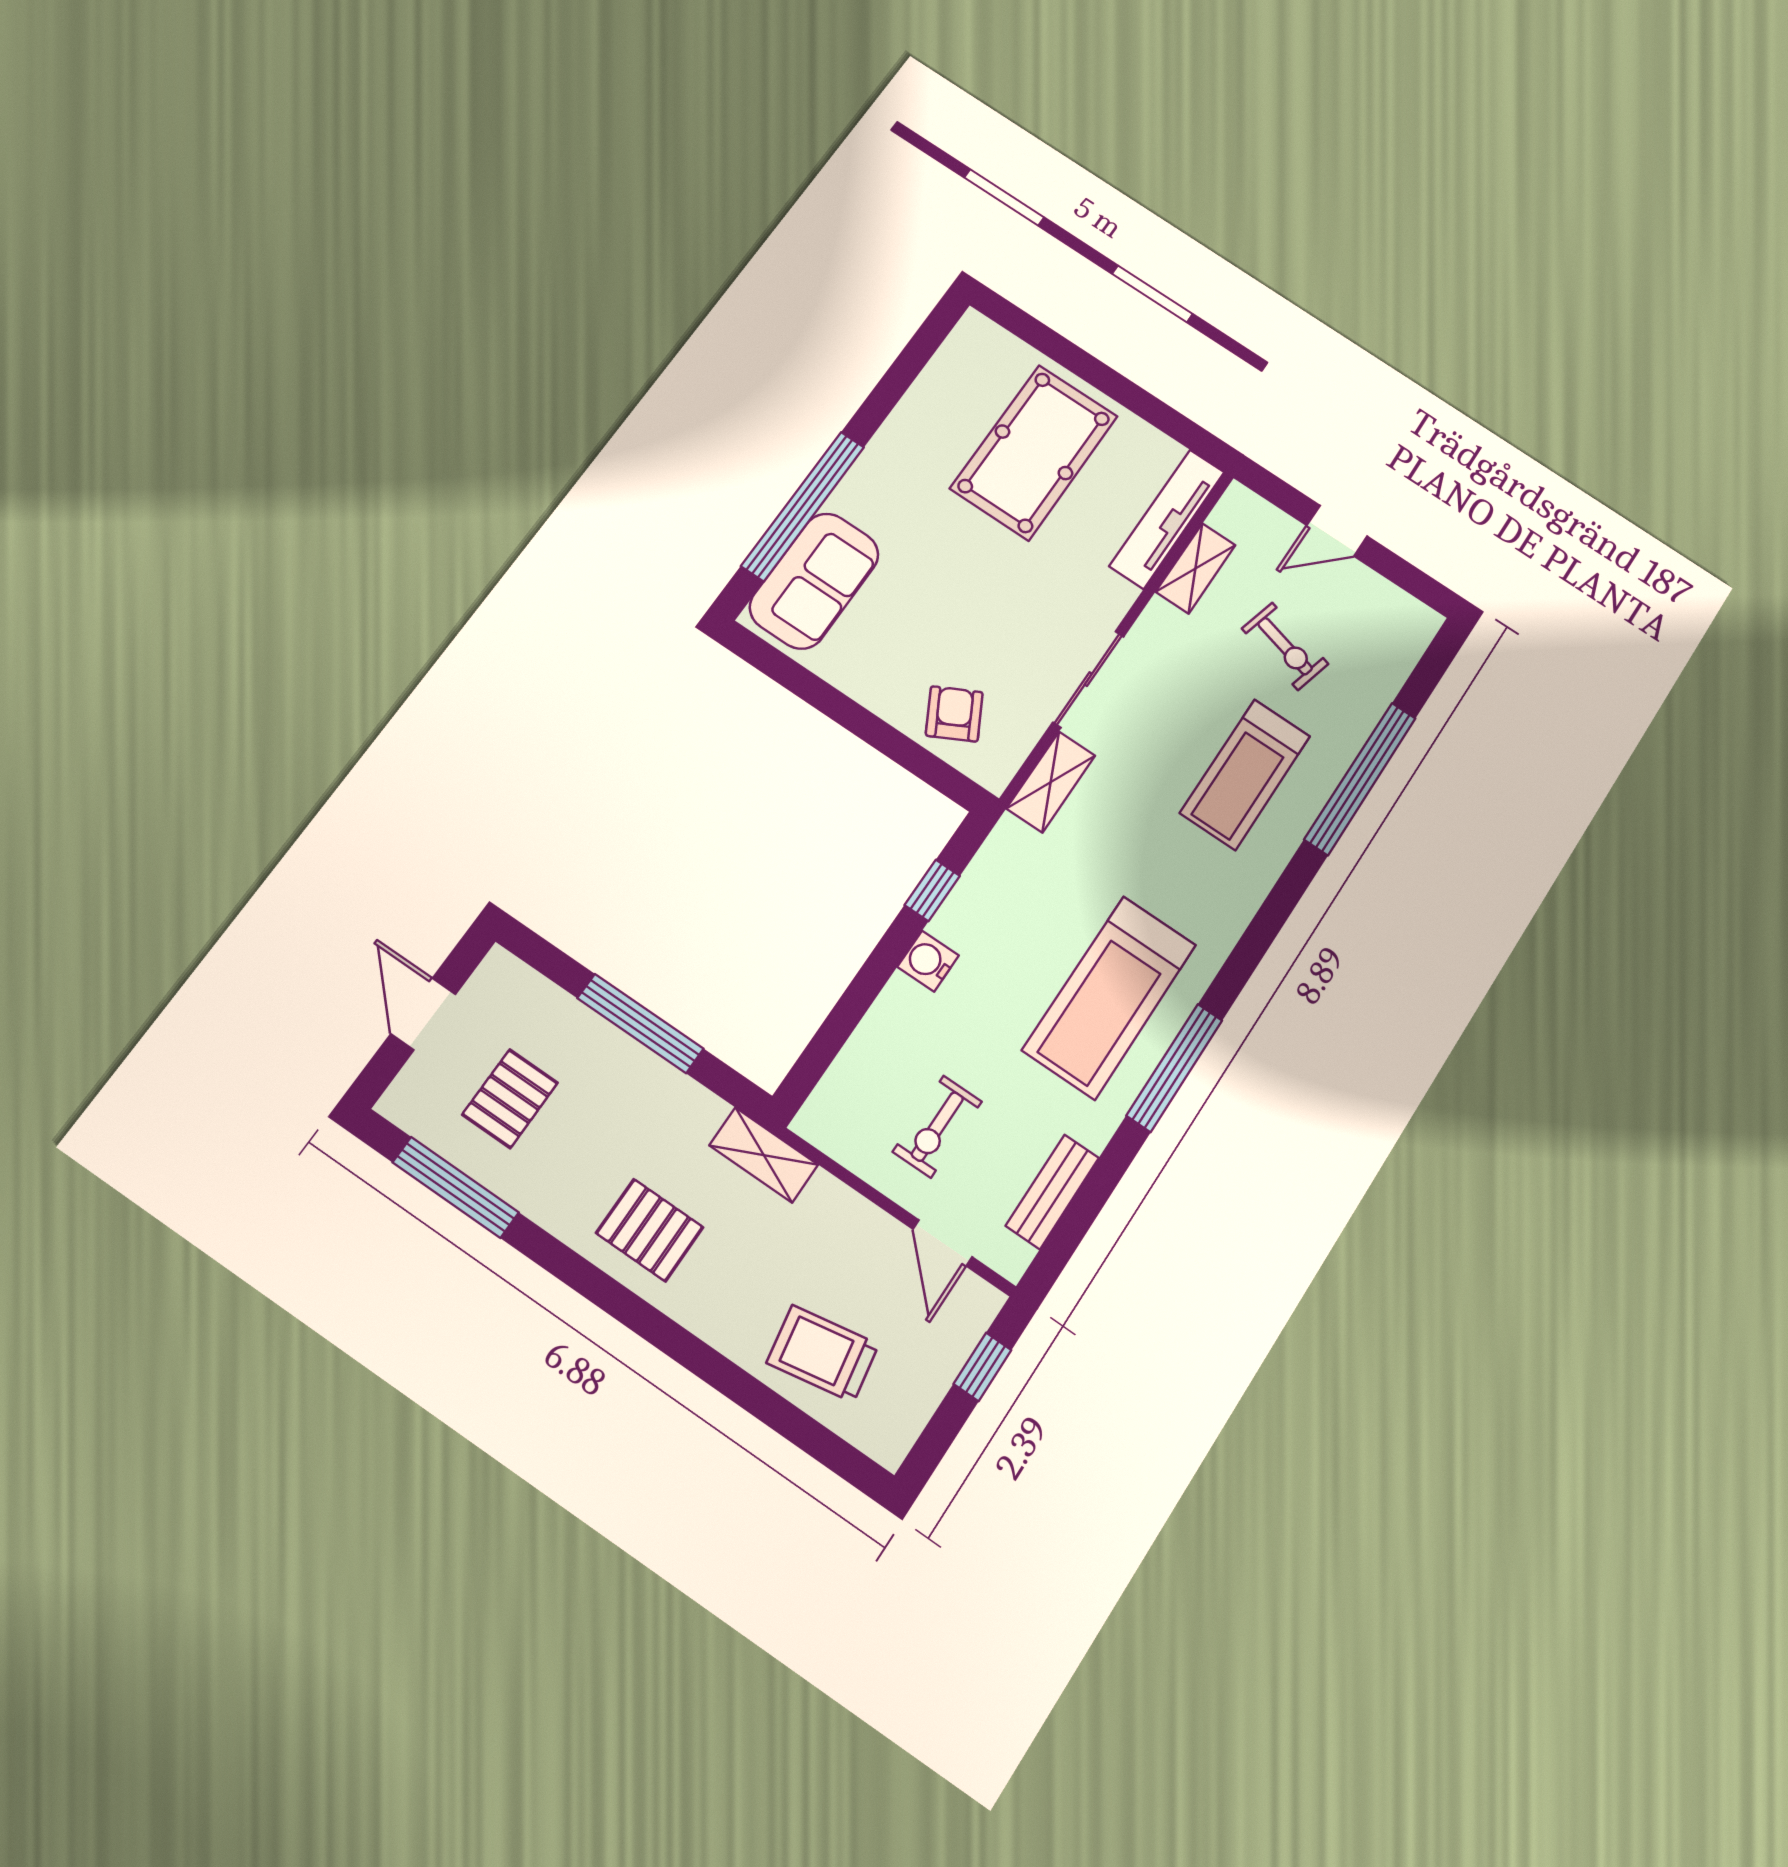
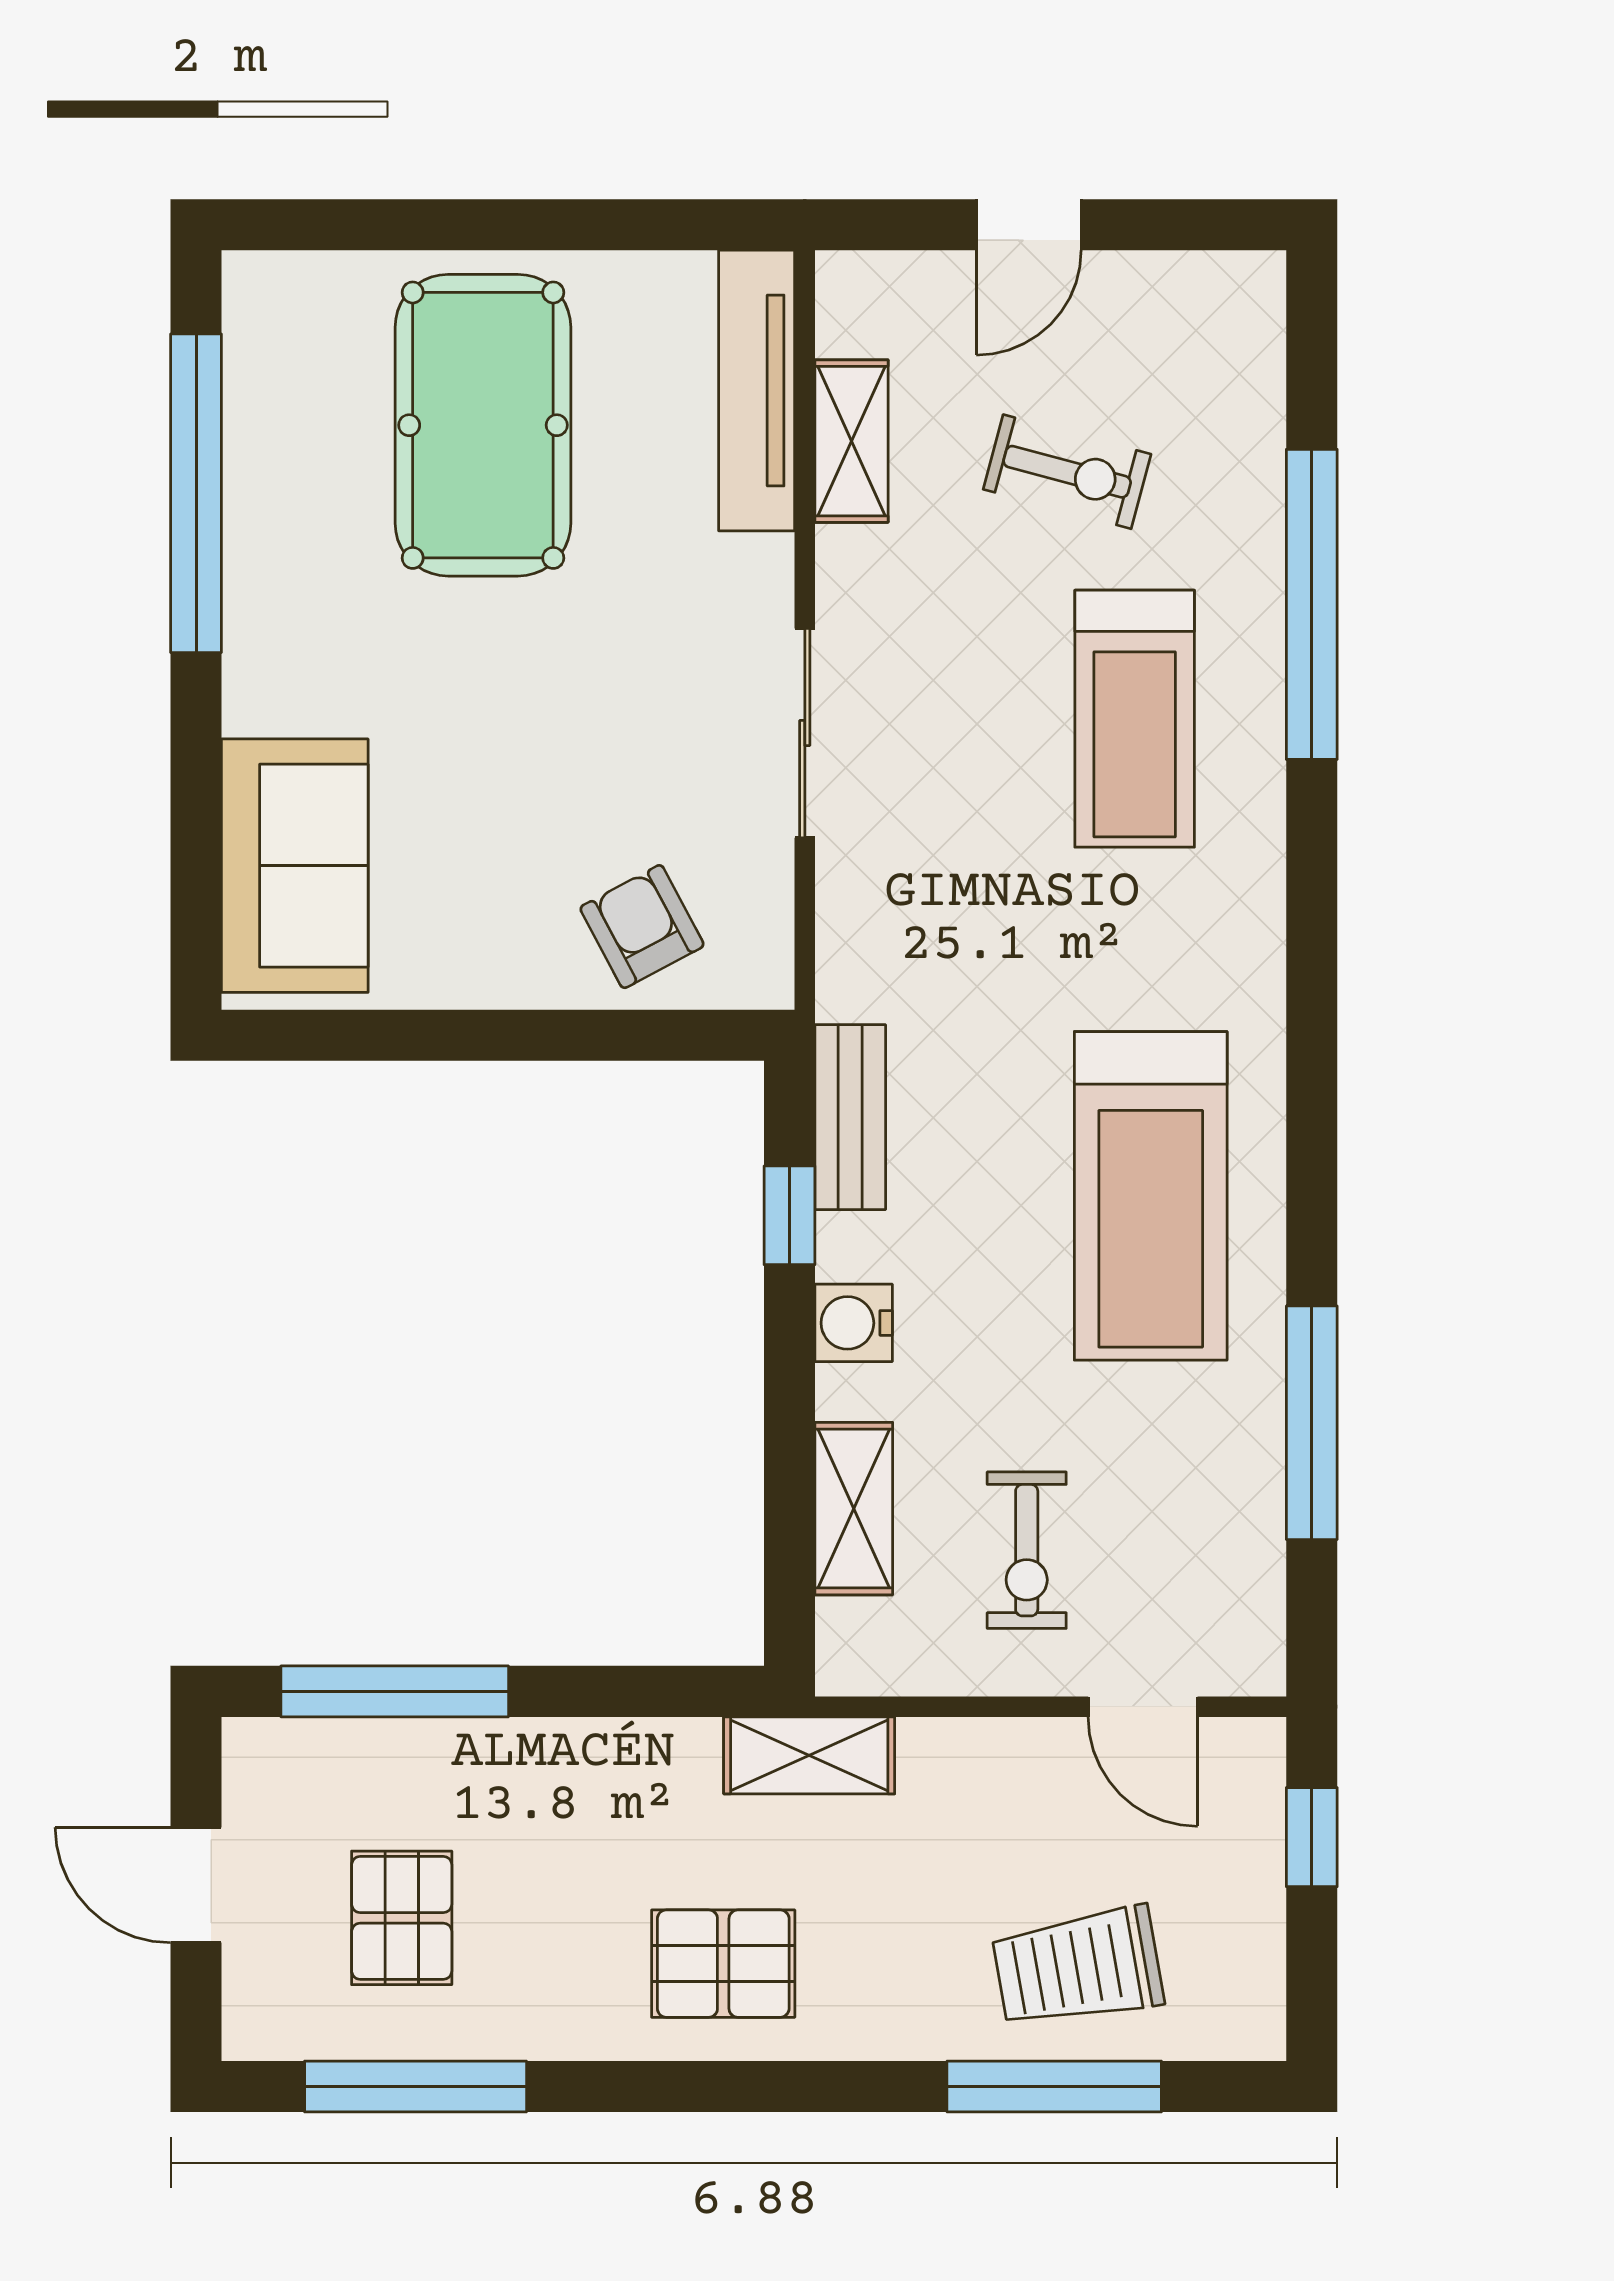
window: (803, 506) -> (196, 493), moved
shelving: (1051, 782) -> (854, 1509), moved
window: (640, 1023) -> (395, 1691), moved
window: (1174, 1068) -> (1312, 1423), moved
bench: (1052, 1192) -> (850, 1117), moved
window: (770, 1408) -> (1054, 2086), added

